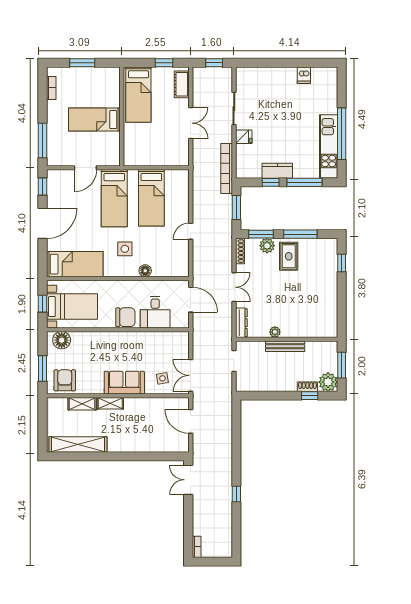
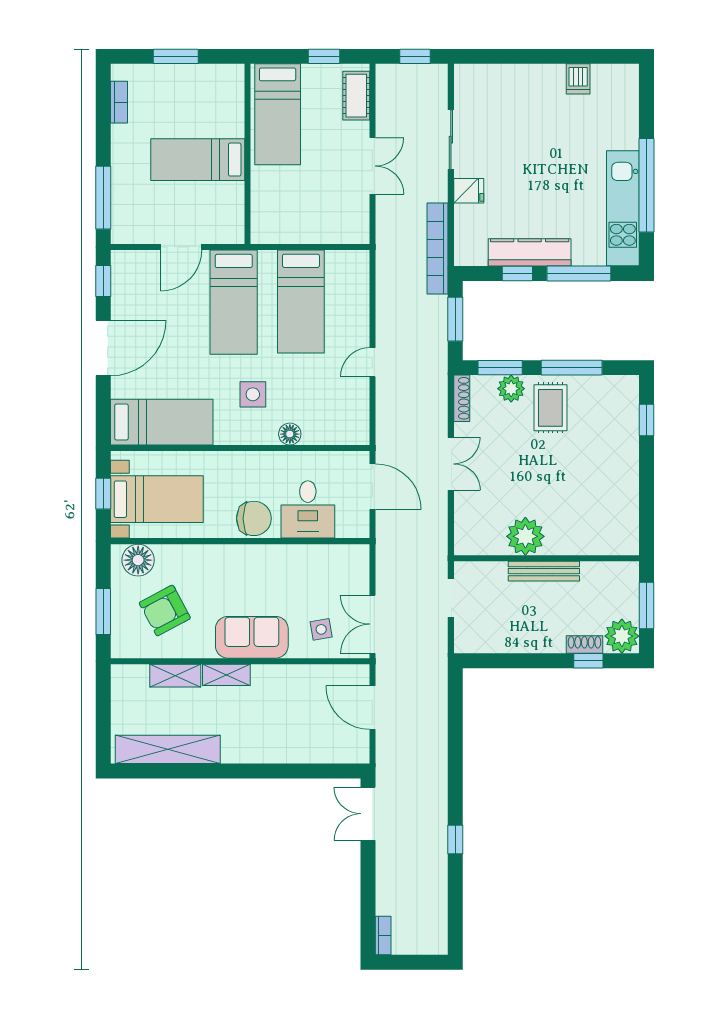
kitchen counter: (277, 171) -> (530, 252), width x1.50
dresser: (241, 323) -> (464, 528), removed
plant: (275, 332) -> (525, 536), width x1.87, depth x1.87
armchair: (65, 380) -> (165, 611), moved, turned -118

